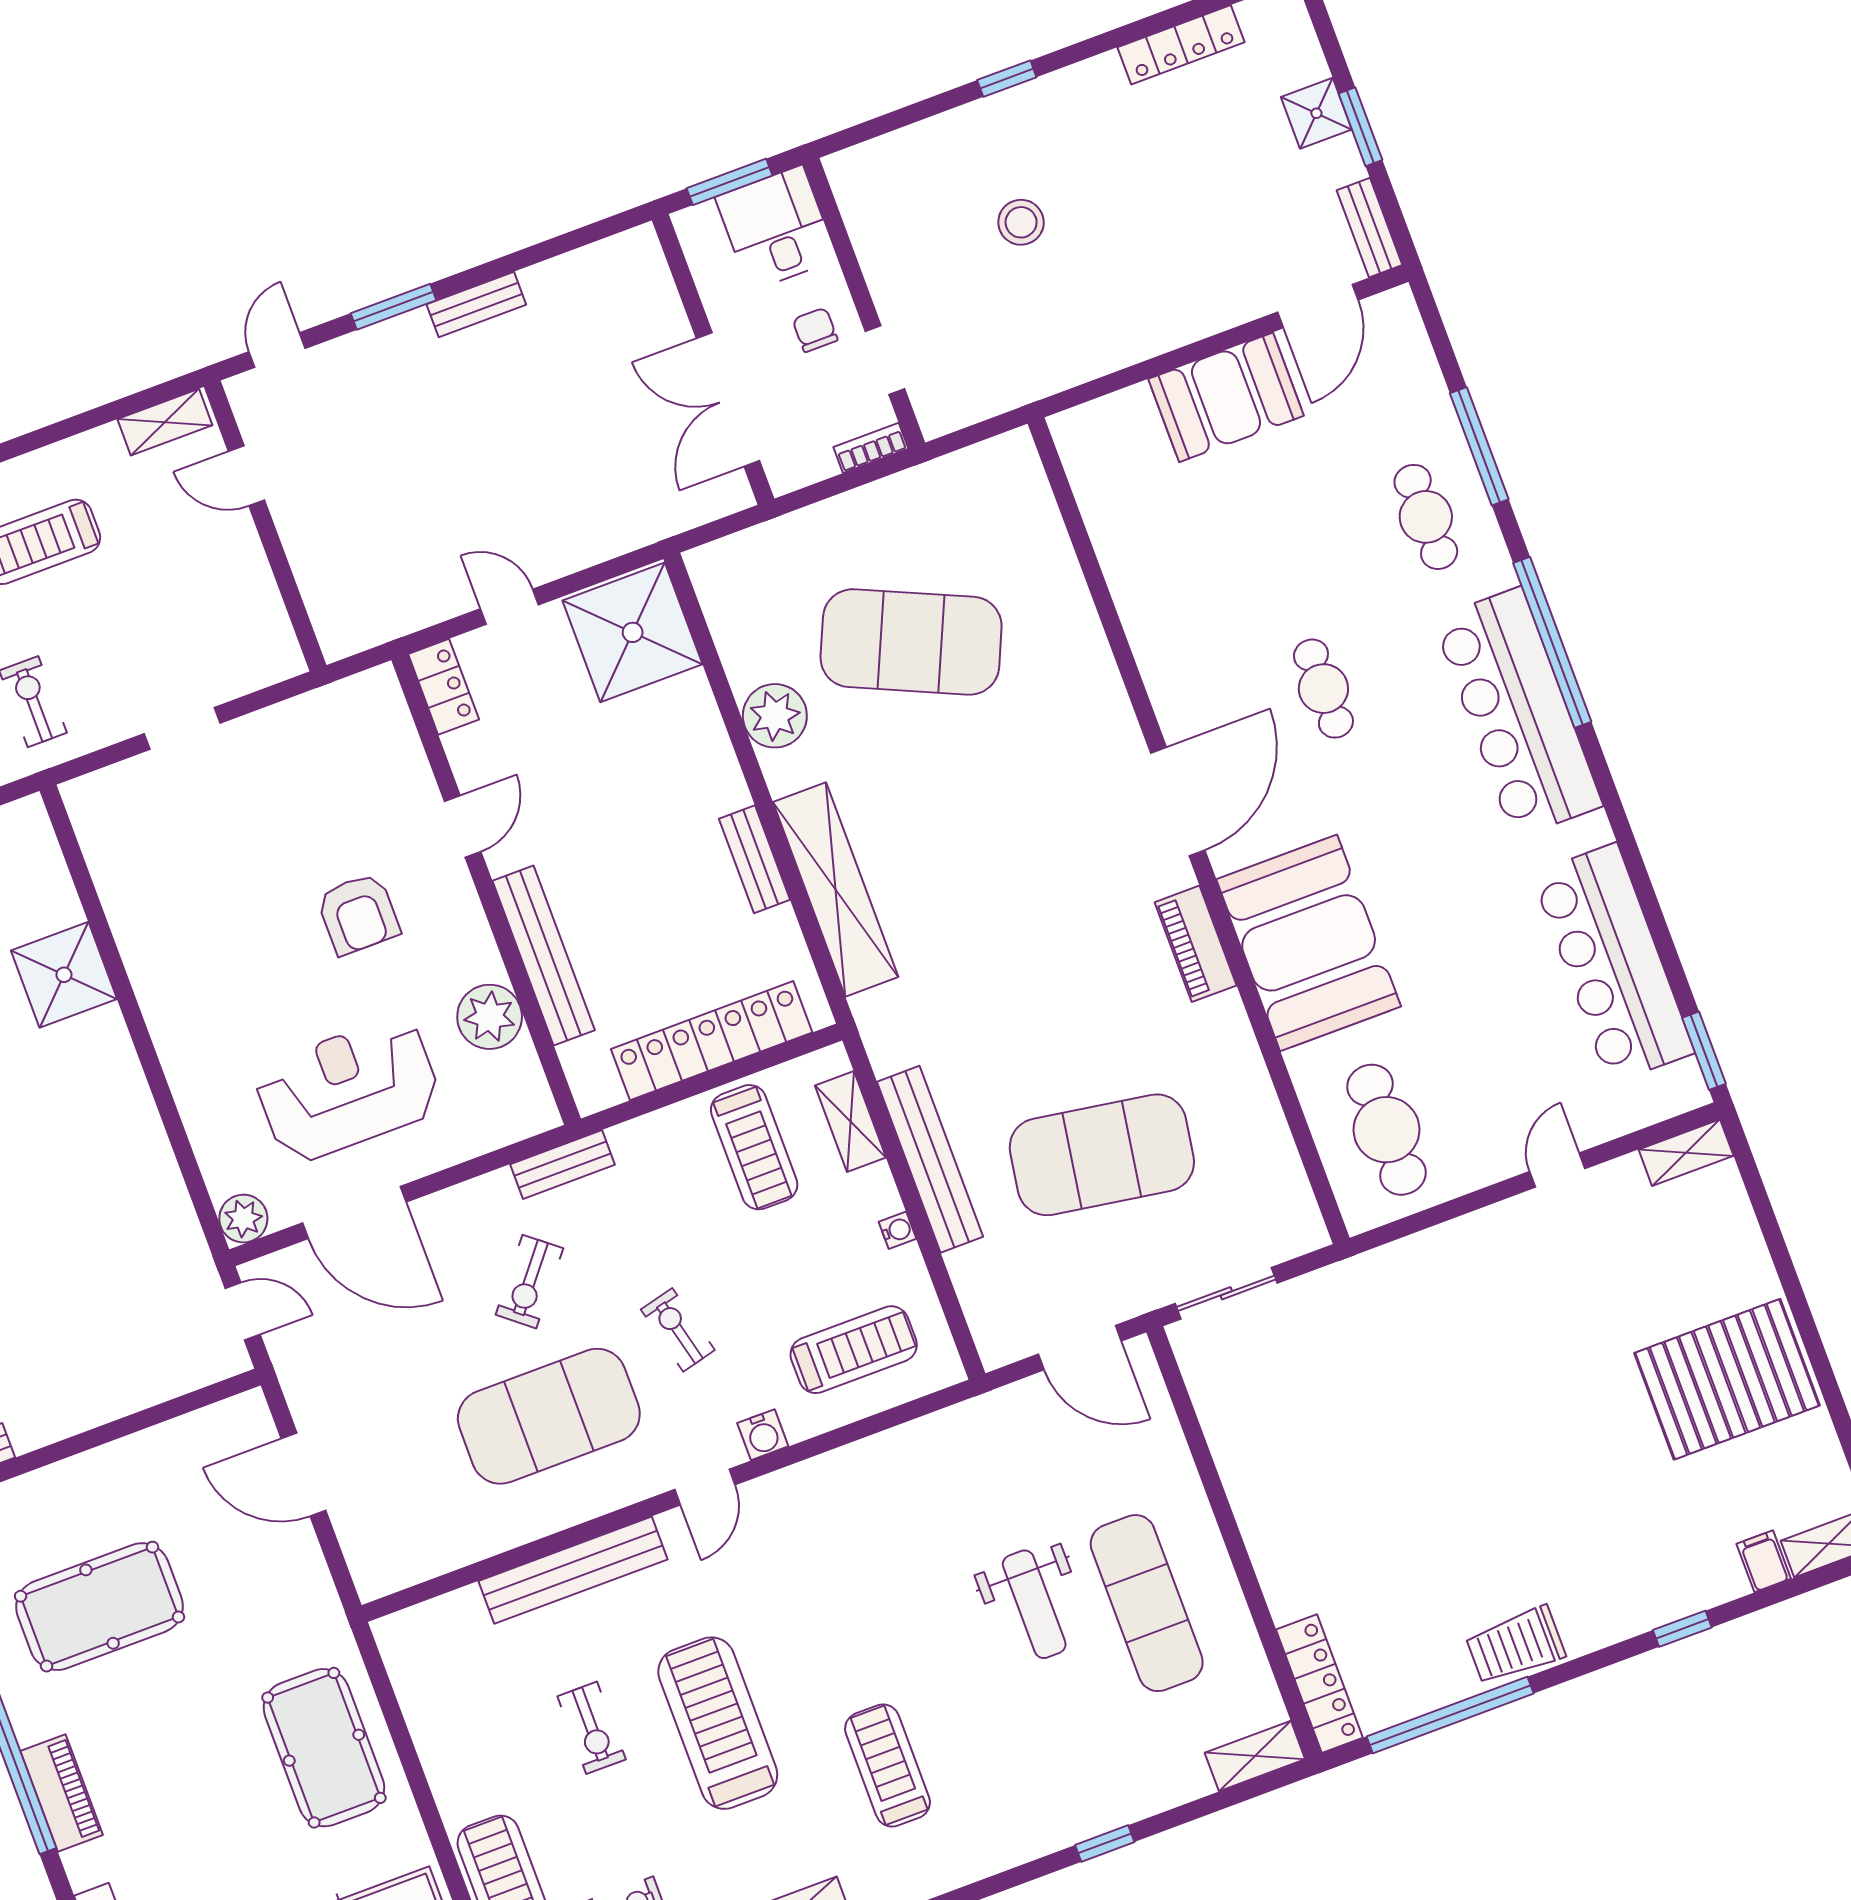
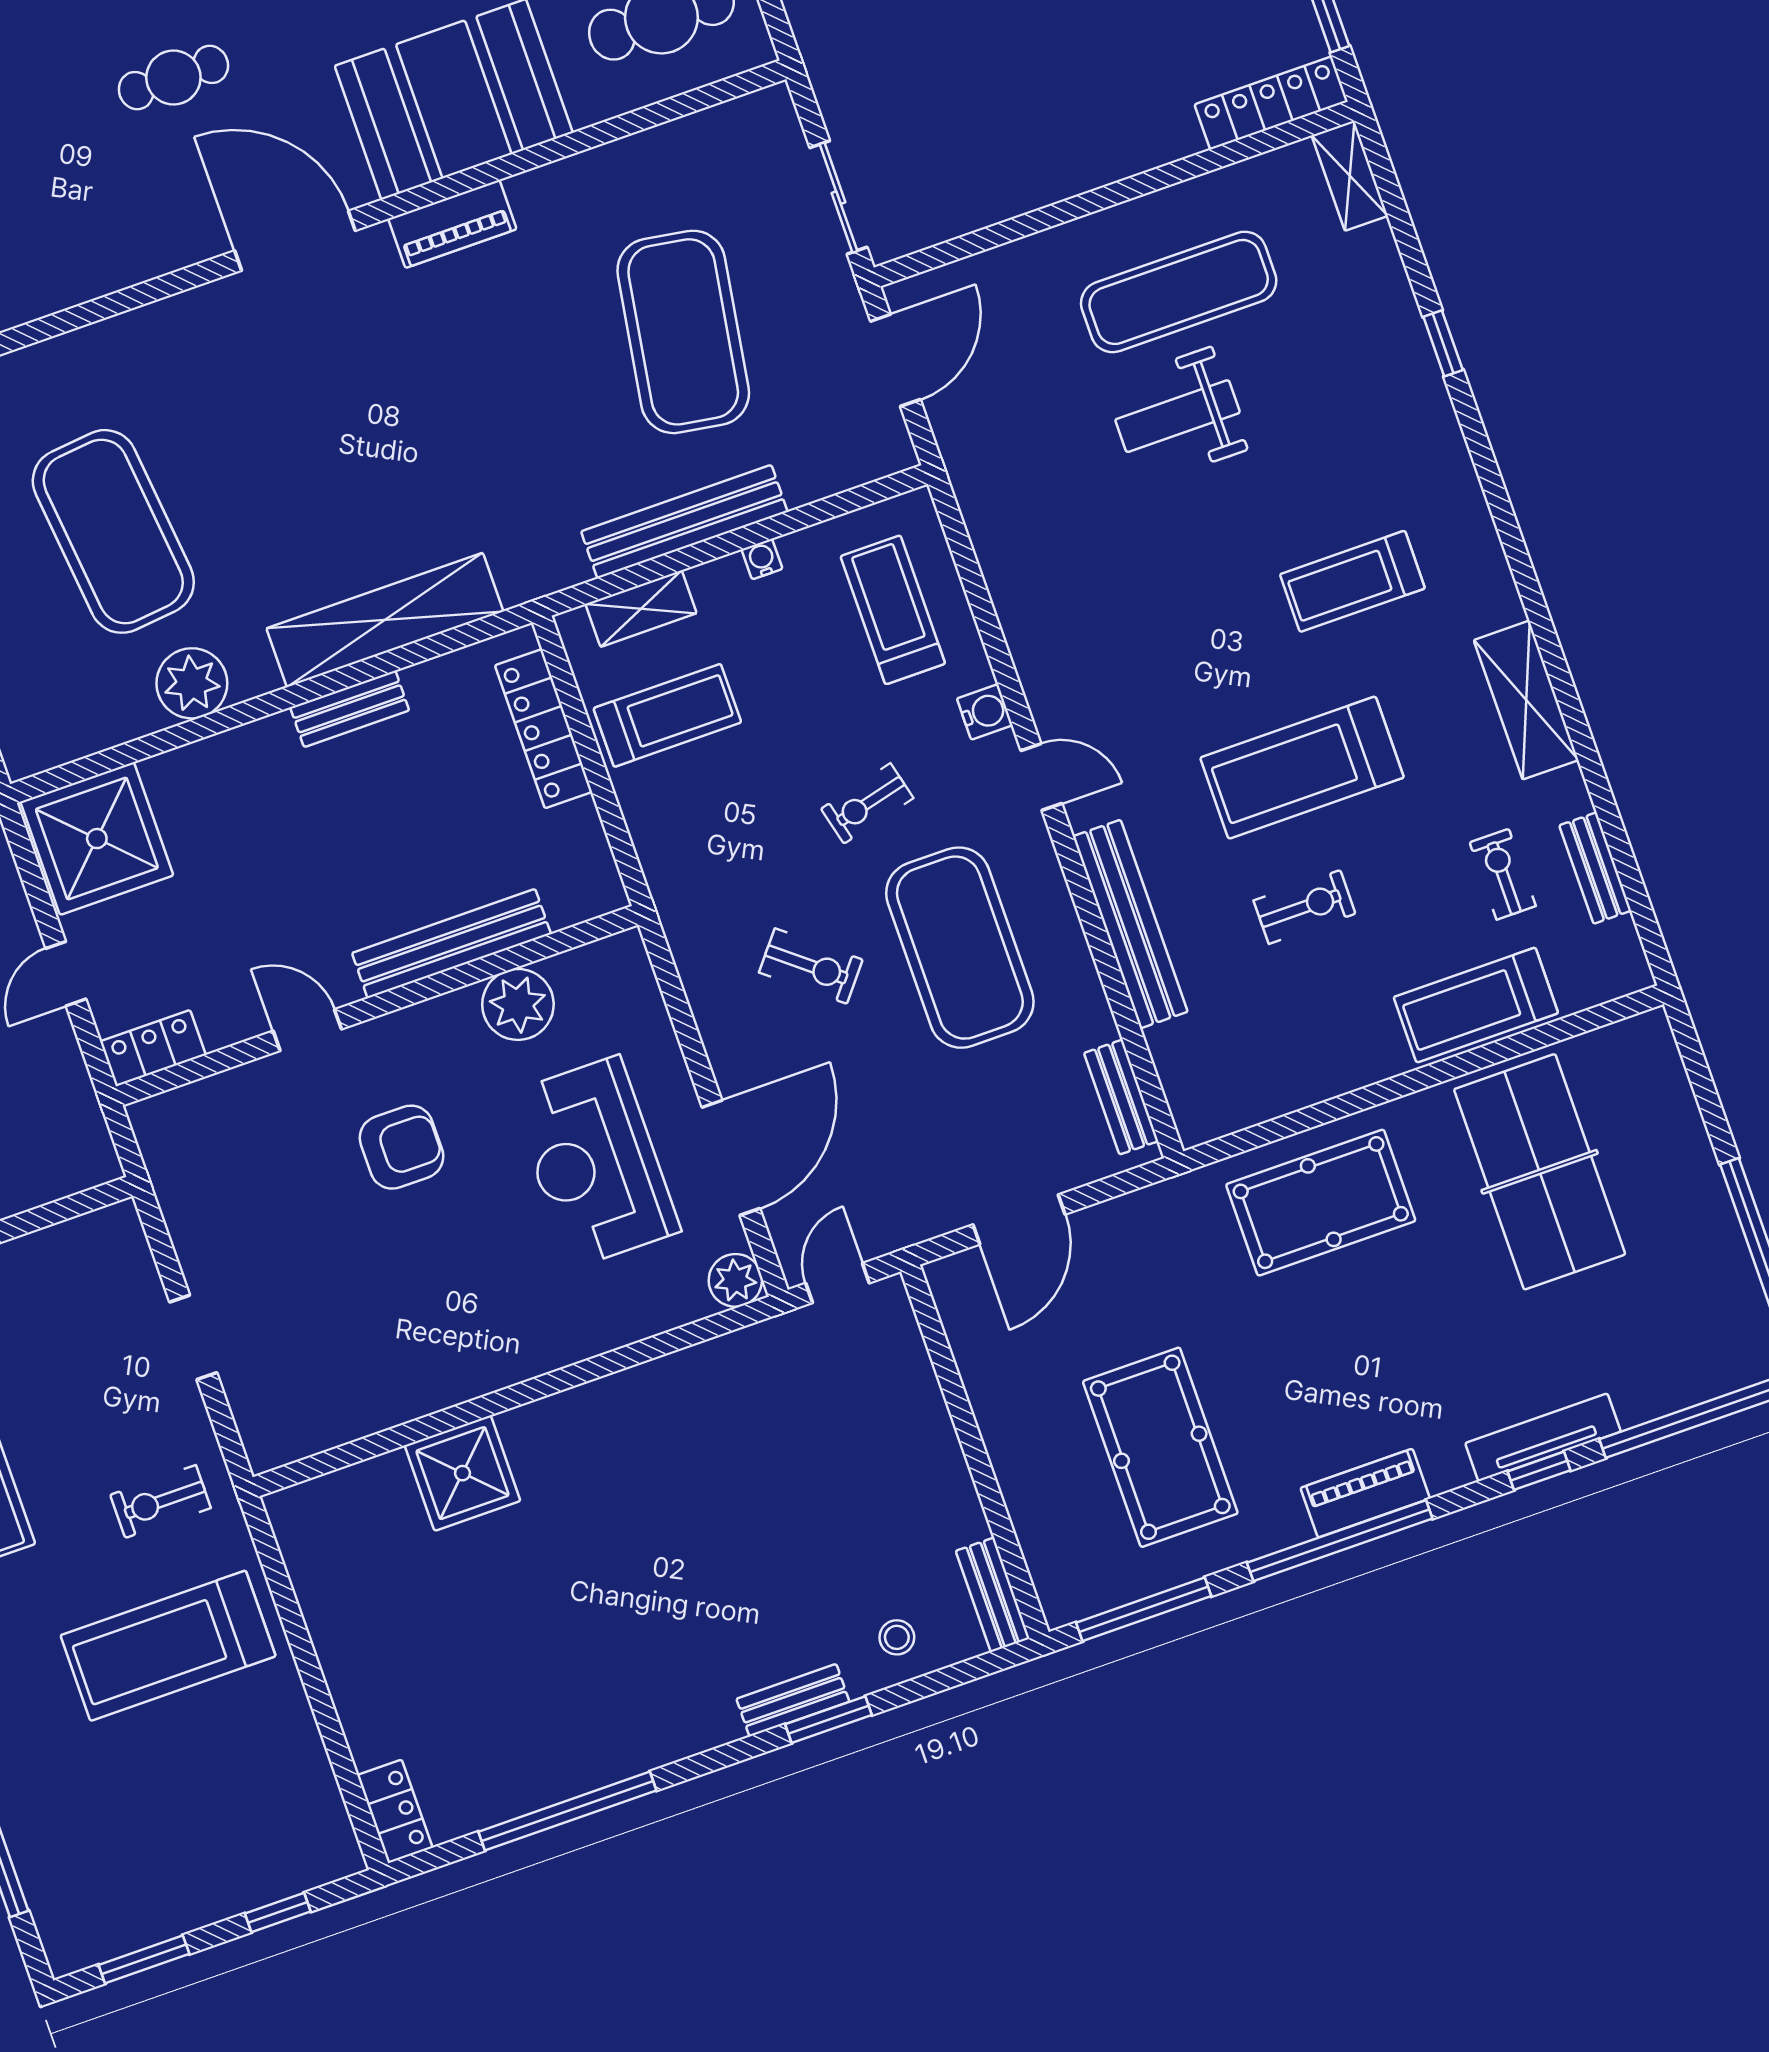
exercise mat: (911, 642) -> (113, 531), turned -30
locker: (712, 1041) -> (544, 729), width x0.71, depth x0.83
bench: (562, 1165) -> (1121, 1097), moved
weight bench: (1034, 1604) -> (1178, 416), turned 180

